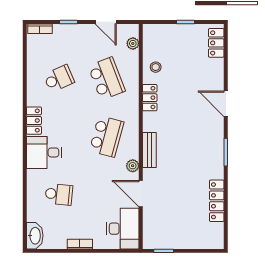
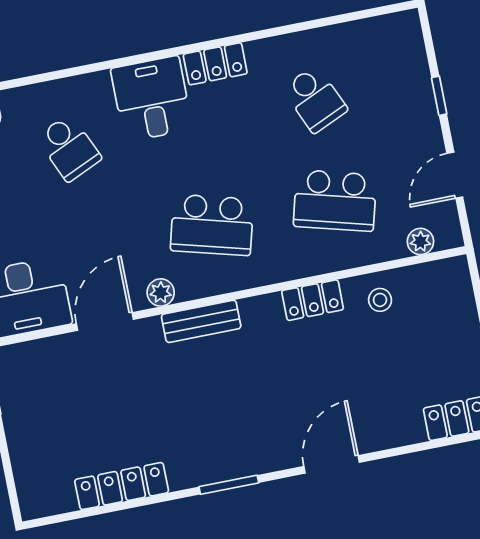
bookcase: (40, 29) -> (413, 38), removed
school desk: (107, 79) -> (335, 201), turned 36
school desk: (59, 194) -> (69, 148), turned -30

